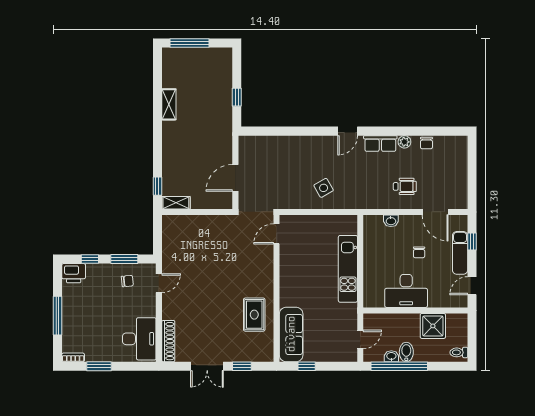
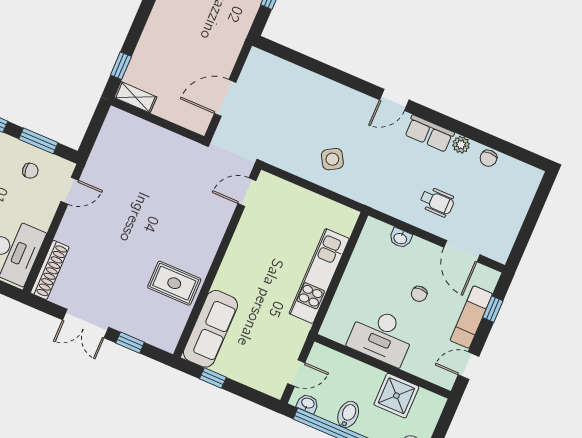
rug: (254, 315) -> (174, 283), turned 90
washbasin: (391, 356) -> (308, 404), moved

